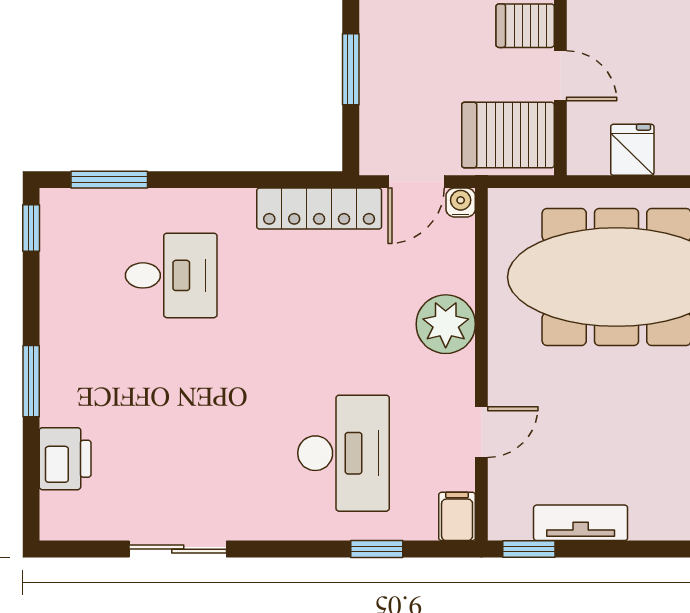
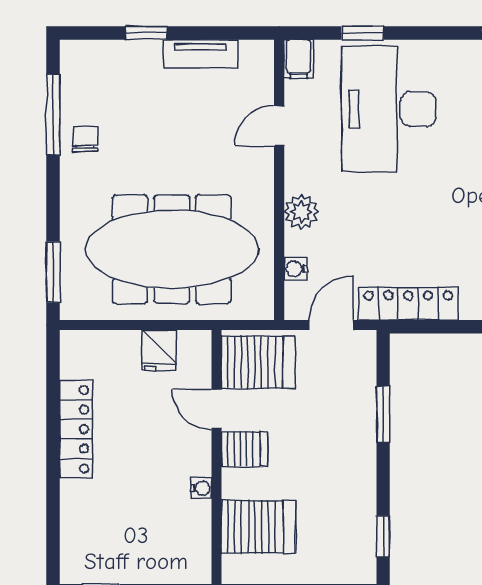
water cooler: (461, 203) -> (296, 269), moved, turned 90
plant: (446, 324) -> (301, 212), width x0.73, depth x0.73
desk: (343, 453) -> (389, 109), width x1.36, depth x1.30
window: (529, 549) -> (146, 33), moved

